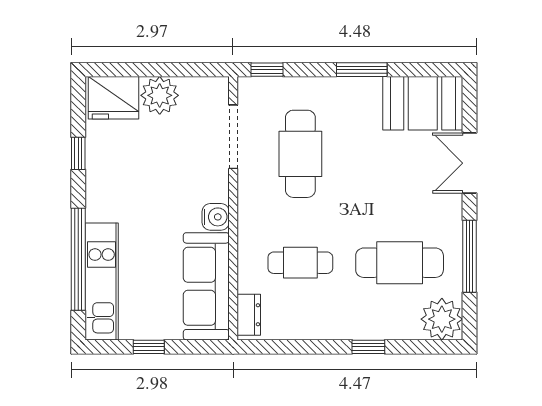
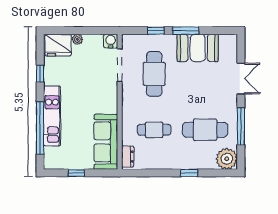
window: (267, 70) -> (156, 31), moved
plant: (160, 95) -> (77, 39), width x0.53, depth x0.53
booth: (423, 103) -> (198, 48), moved
double door: (470, 163) -> (241, 79), swing flipped
water cooler: (216, 217) -> (111, 41), moved, turned -90
kitchen unit: (102, 281) -> (52, 116), moved

